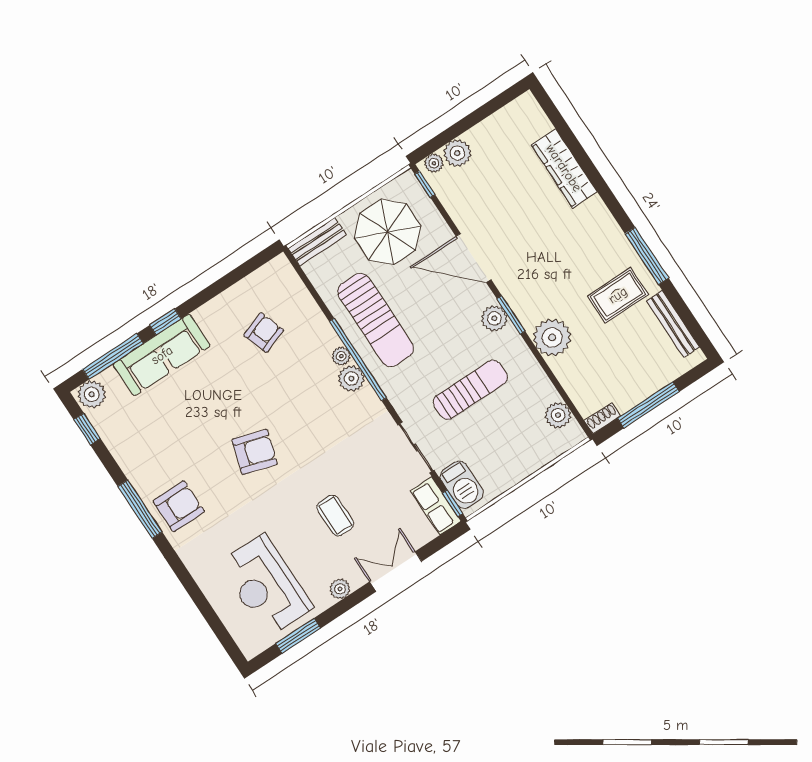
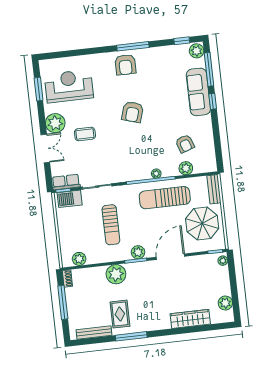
plant: (457, 153) -> (225, 303), moved
plant: (351, 379) -> (186, 168), moved
plant: (340, 589) -> (55, 123), width x1.87, depth x1.87

